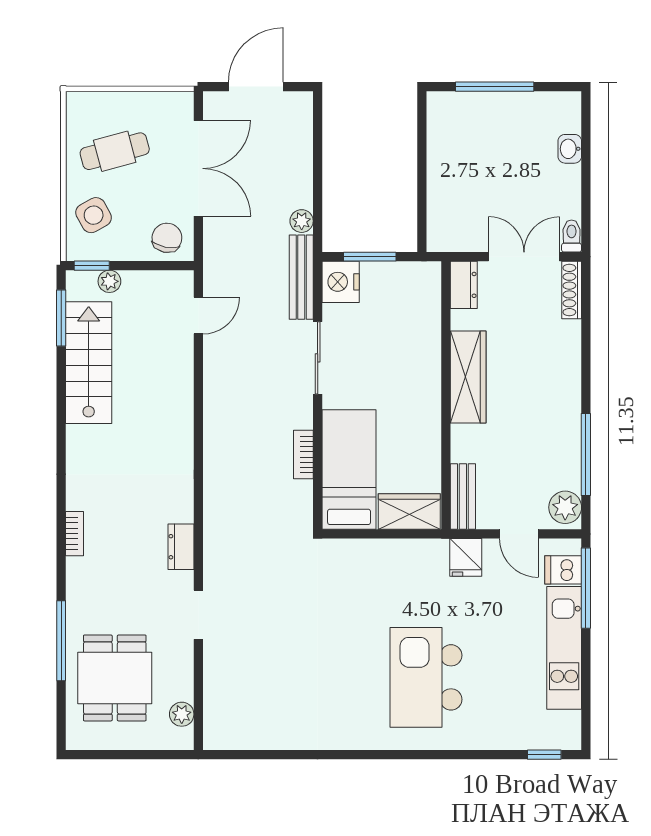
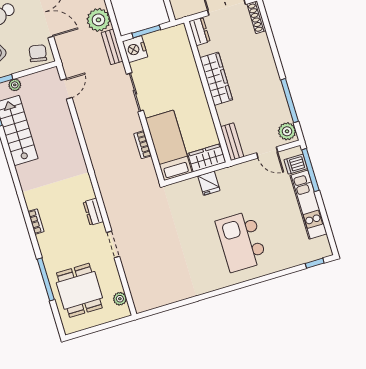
plant: (302, 221) -> (98, 20), width x1.88, depth x1.88
bench: (301, 277) -> (112, 47), width x0.73
fridge: (466, 557) -> (209, 183), moved

